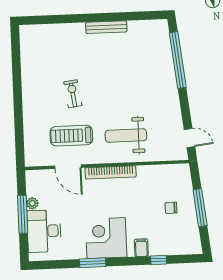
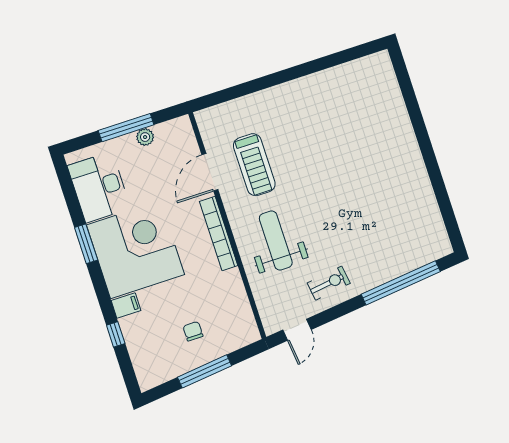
bench: (106, 27) -> (419, 171), removed
exercise bike: (73, 94) -> (329, 283), moved
treadmill: (71, 136) -> (254, 165), turned 180
desk: (44, 231) -> (99, 187), moved, turned -90
corner desk: (106, 238) -> (135, 250), width x1.36, depth x1.36

